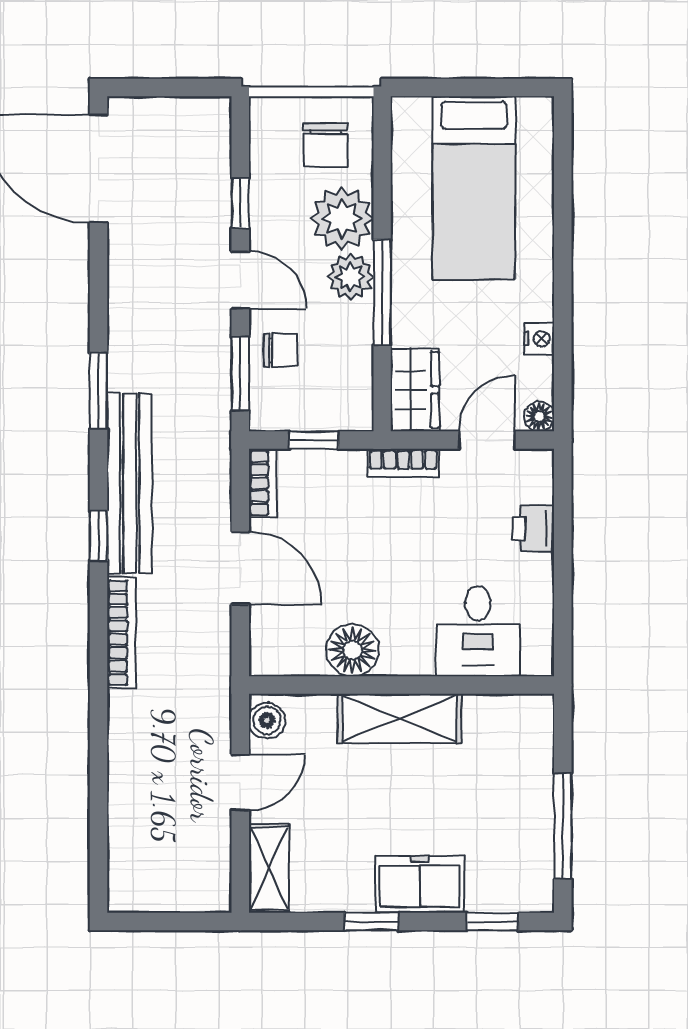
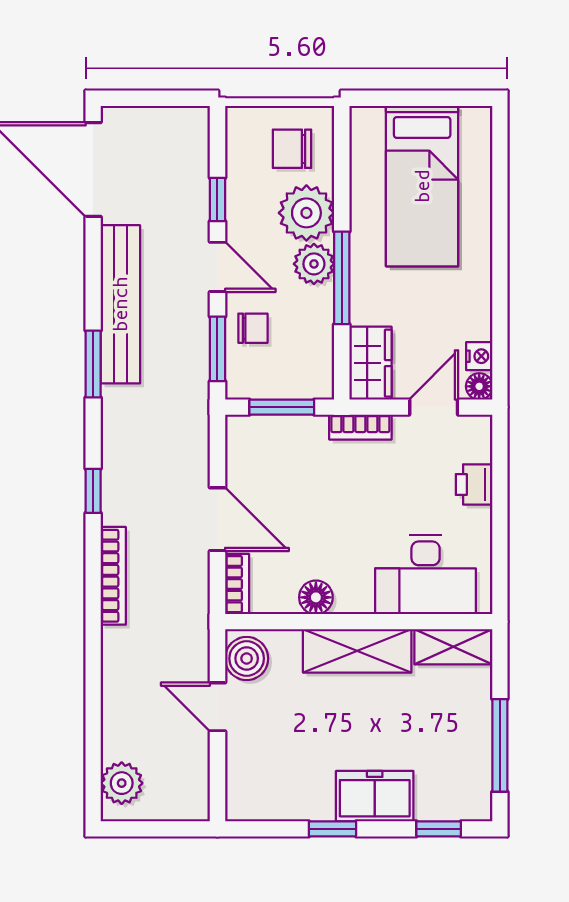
chair: (325, 145) -> (292, 149), turned 90
nightstand: (539, 339) -> (479, 356), moved
window: (314, 440) -> (282, 407), width x1.50
bench: (129, 483) -> (120, 304), moved
bookcase: (263, 483) -> (237, 584), moved
desk: (478, 631) -> (426, 575), width x1.37
floor lamp: (353, 650) -> (316, 597), width x0.73, depth x0.73
boiler: (267, 721) -> (247, 658), width x1.36, depth x1.36
door: (240, 782) -> (217, 707), swing flipped
shelving: (269, 868) -> (453, 647), moved, turned 90
plant: (131, 869) -> (122, 783), added

